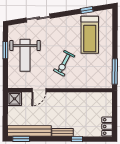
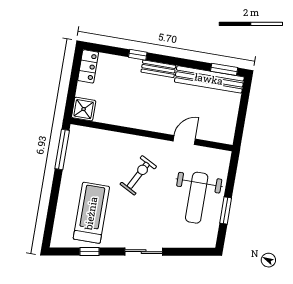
sliding door: (38, 18) -> (144, 252), moved
weight bench: (25, 55) -> (197, 198), turned 180
shower: (15, 99) -> (84, 109), moved

